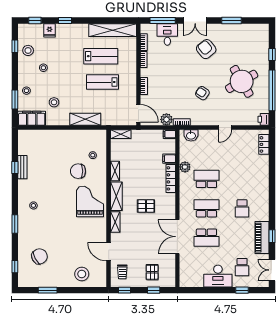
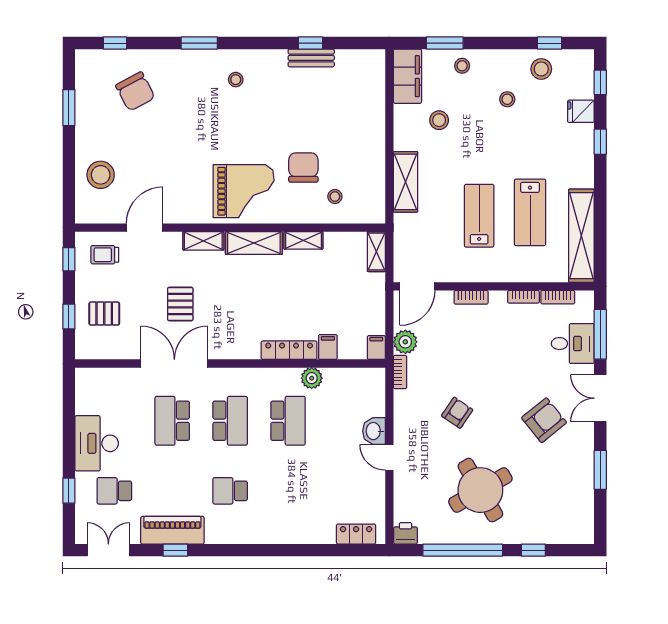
washbasin: (191, 135) -> (374, 431), moved
pallet: (146, 206) -> (180, 304), moved

